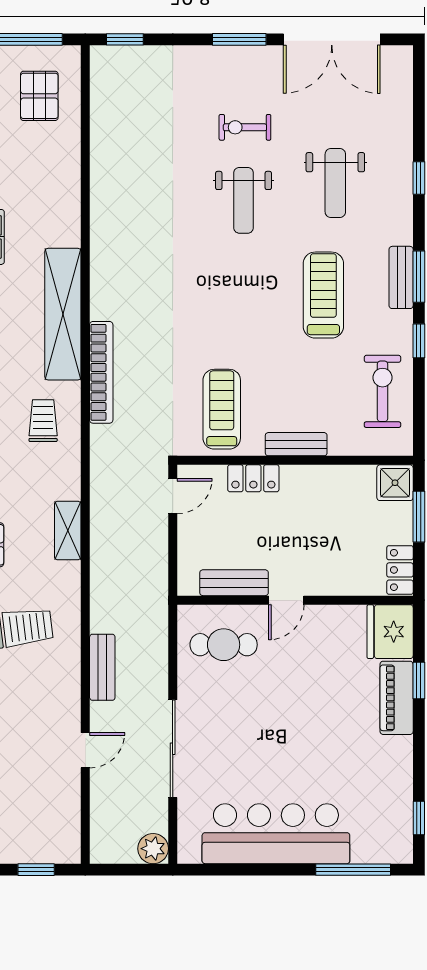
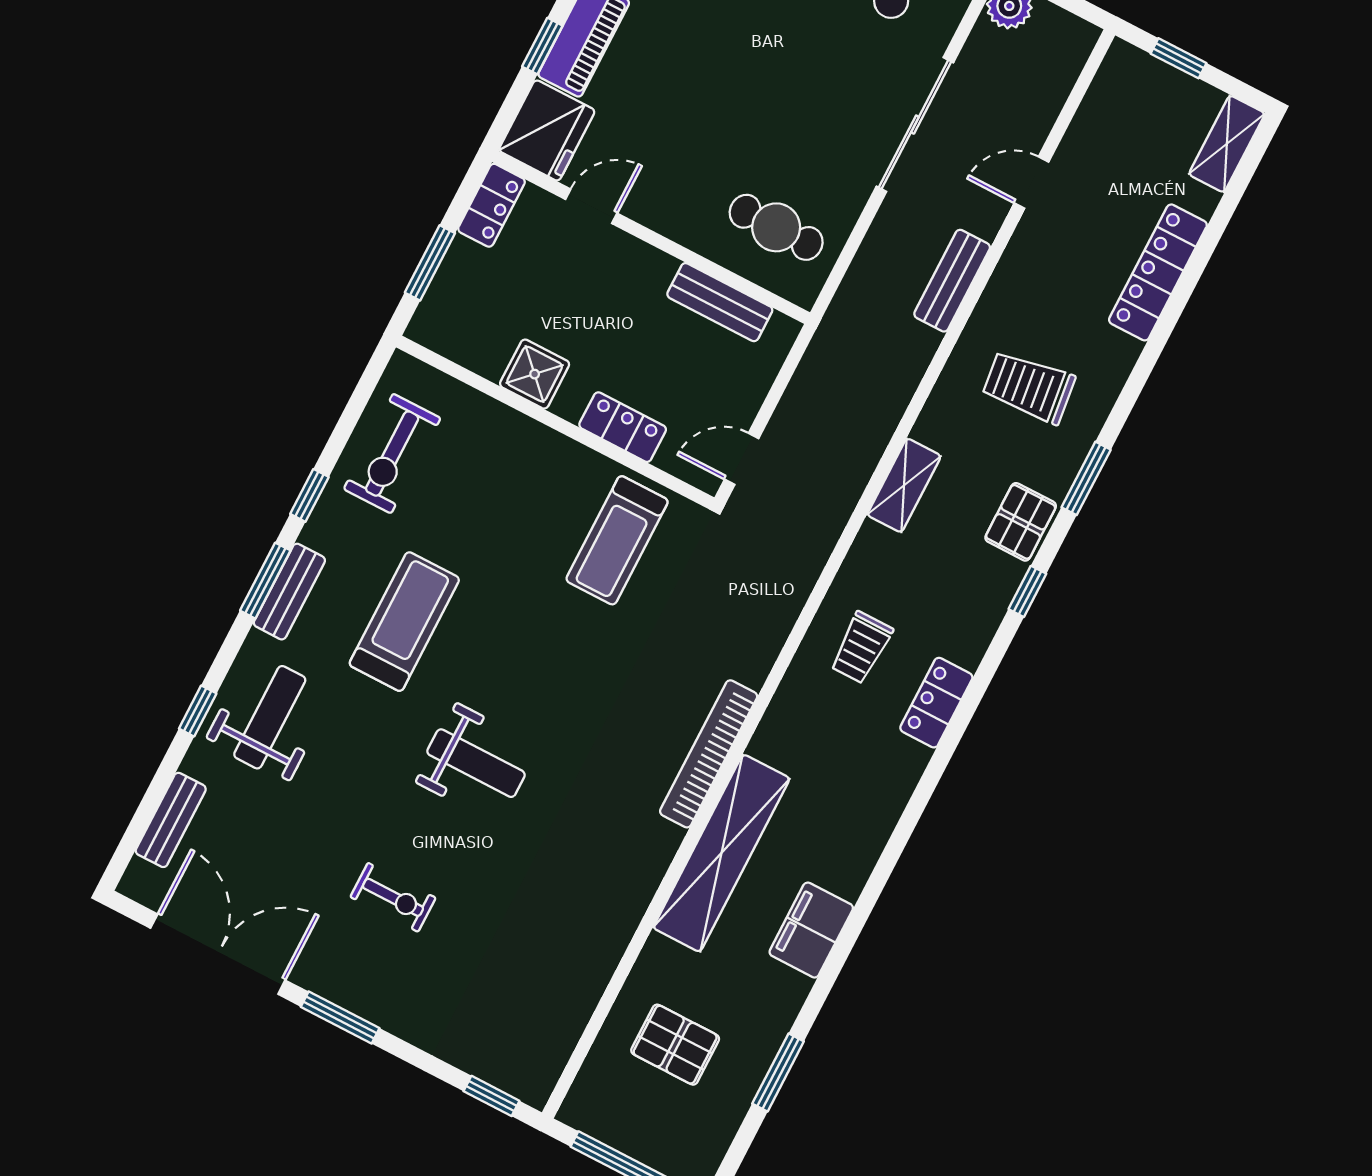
pallet: (39, 96) -> (675, 1045), moved, turned 90
weight bench: (335, 183) -> (270, 717), moved
weight bench: (244, 200) -> (476, 763), moved, turned 90
treadmill: (323, 295) -> (404, 622), turned 180
shelving: (63, 314) -> (721, 853), moved
bookcase: (101, 372) -> (709, 754), moved
bench: (296, 444) -> (171, 820), moved, turned 90
shower: (395, 483) -> (535, 374), moved
door: (286, 600) -> (591, 206), moved

